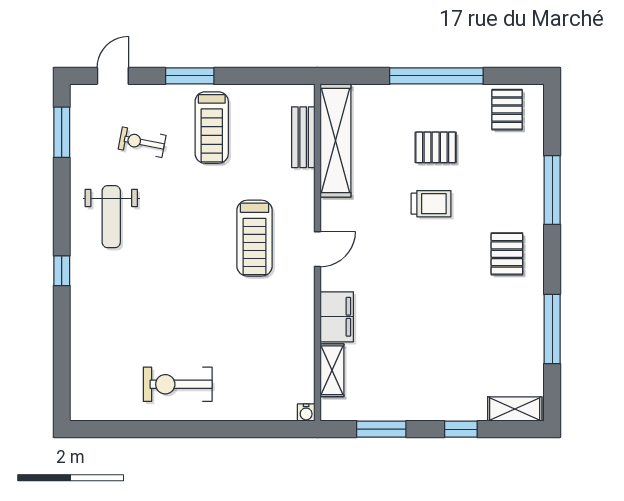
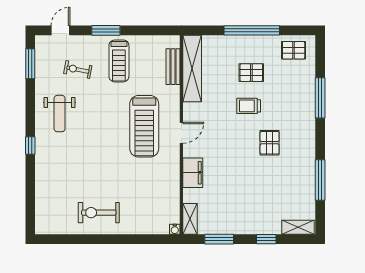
pallet: (507, 110) -> (294, 50), turned 90
trolley: (431, 204) -> (249, 106), turned 180
treadmill: (255, 238) -> (144, 126), width x1.37, depth x1.38
pallet: (507, 254) -> (270, 143), moved
shelving: (332, 370) -> (190, 219), moved

